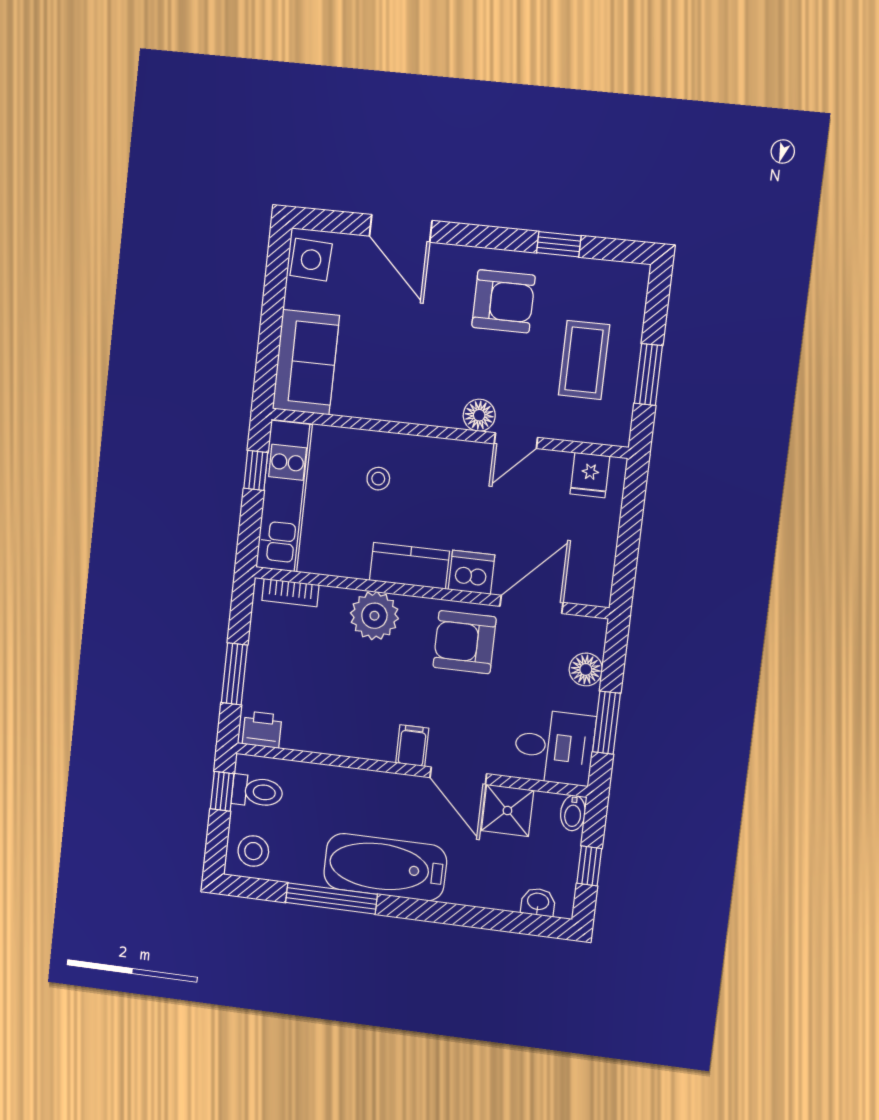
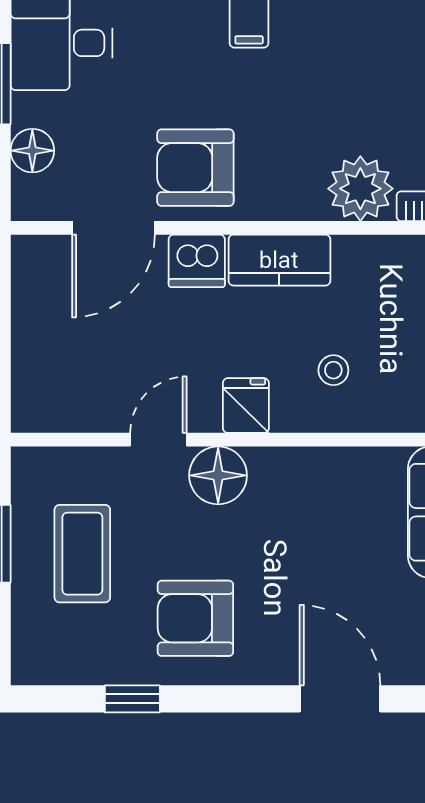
floor lamp: (479, 415) -> (218, 475), width x1.38, depth x1.38
fridge: (590, 475) -> (246, 406), moved
plant: (374, 616) -> (360, 189), moved
armchair: (465, 642) -> (195, 168), turned 180

